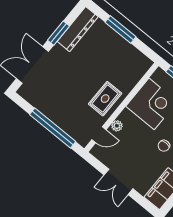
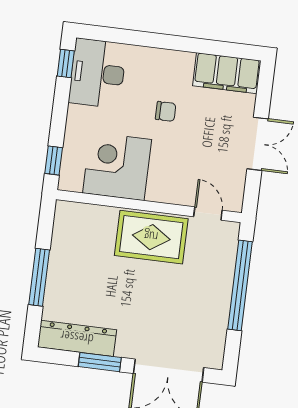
rug: (105, 99) -> (151, 237), width x1.36, depth x1.43
plant: (117, 126) -> (179, 196), removed

